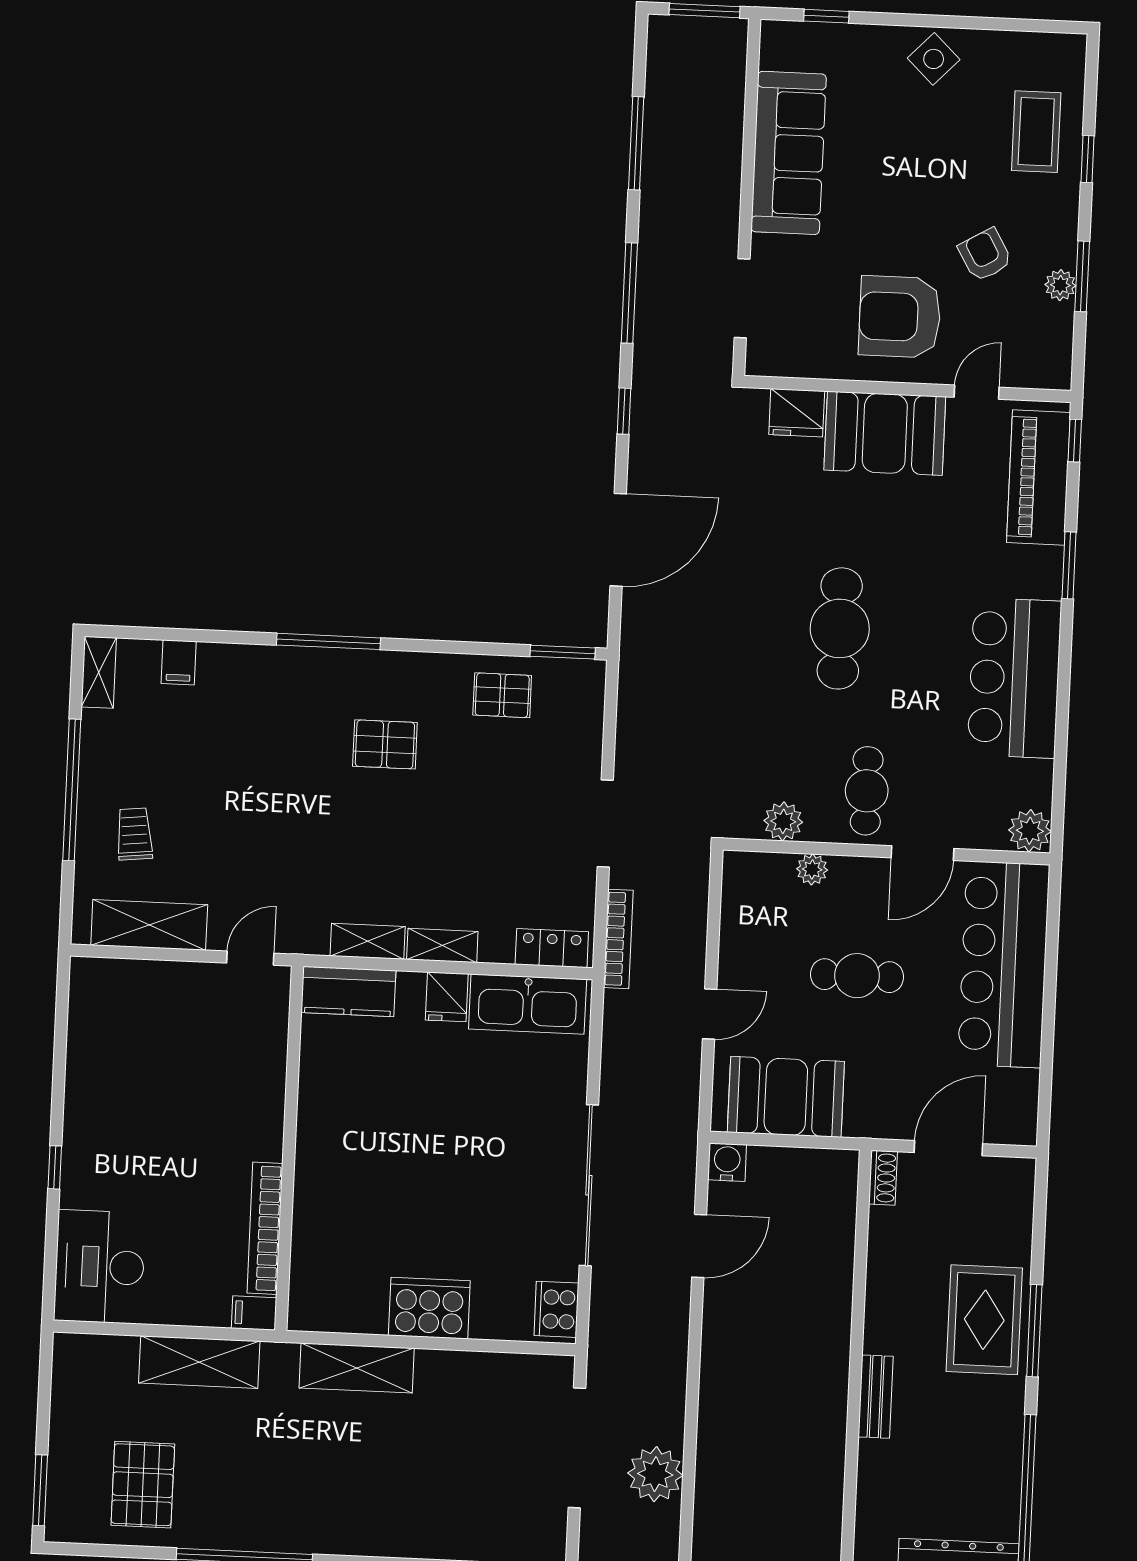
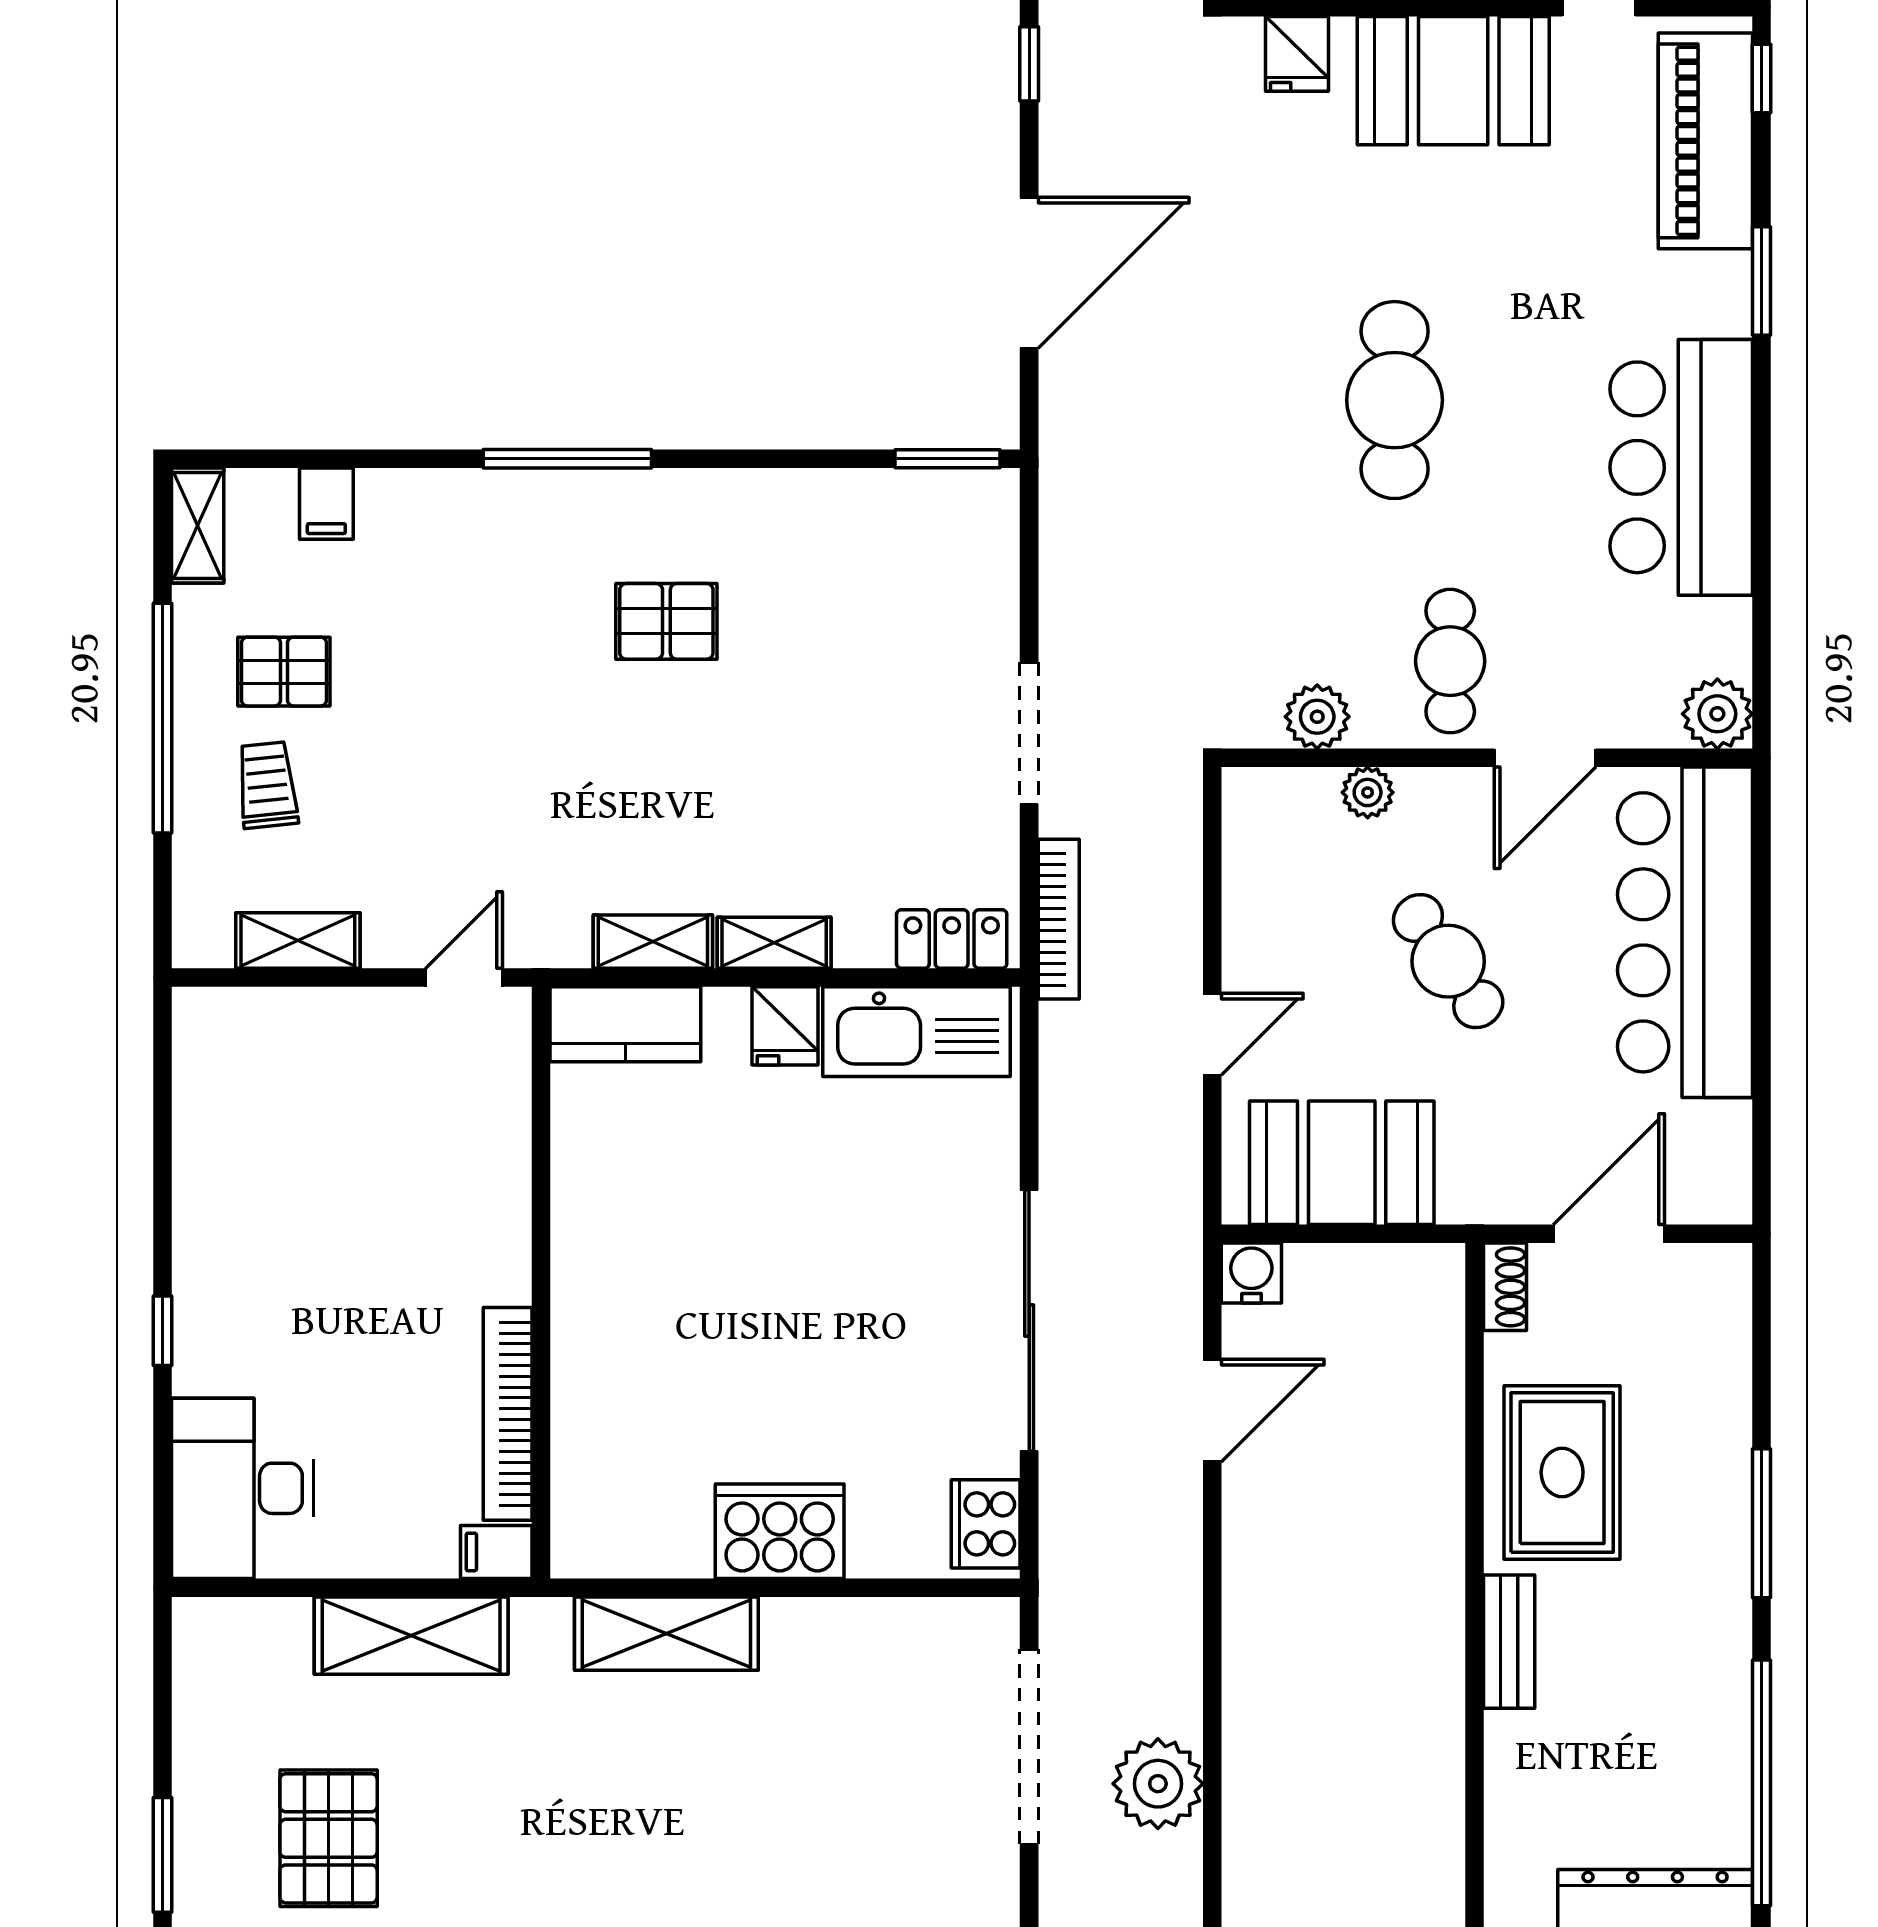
fridge: (797, 413) -> (1297, 54), width x0.72
pallet: (502, 695) -> (284, 672), moved
shelving: (149, 925) -> (298, 940), width x0.67, depth x0.75
cafe table: (857, 976) -> (1448, 961), turned 55
rug: (984, 1320) -> (1562, 1472), moved

